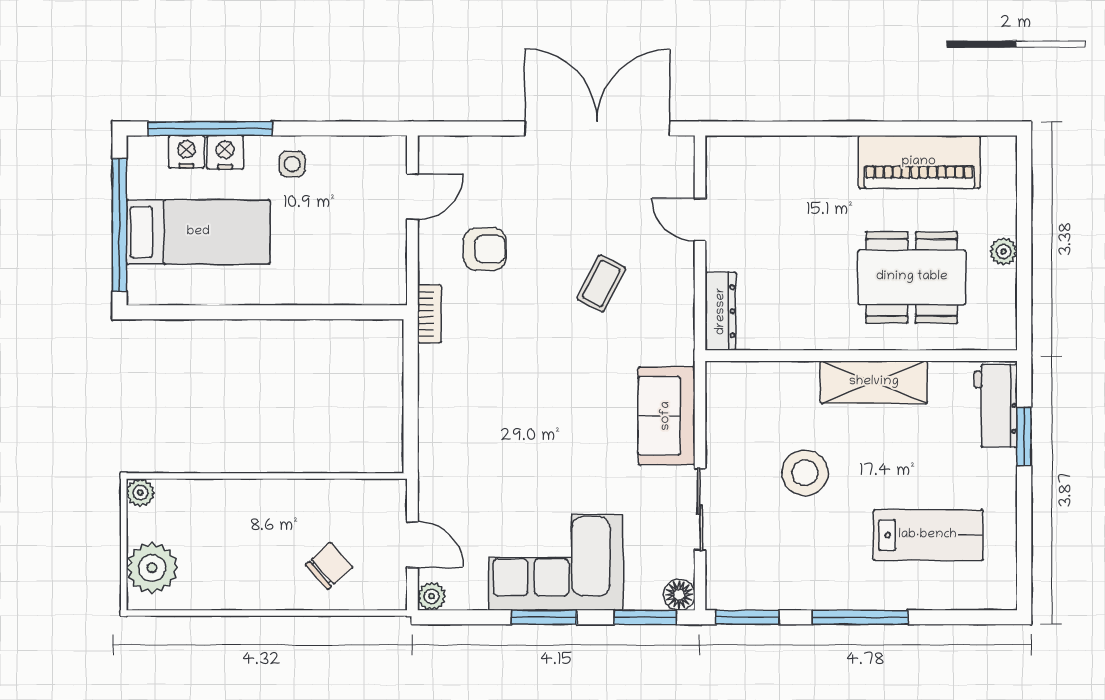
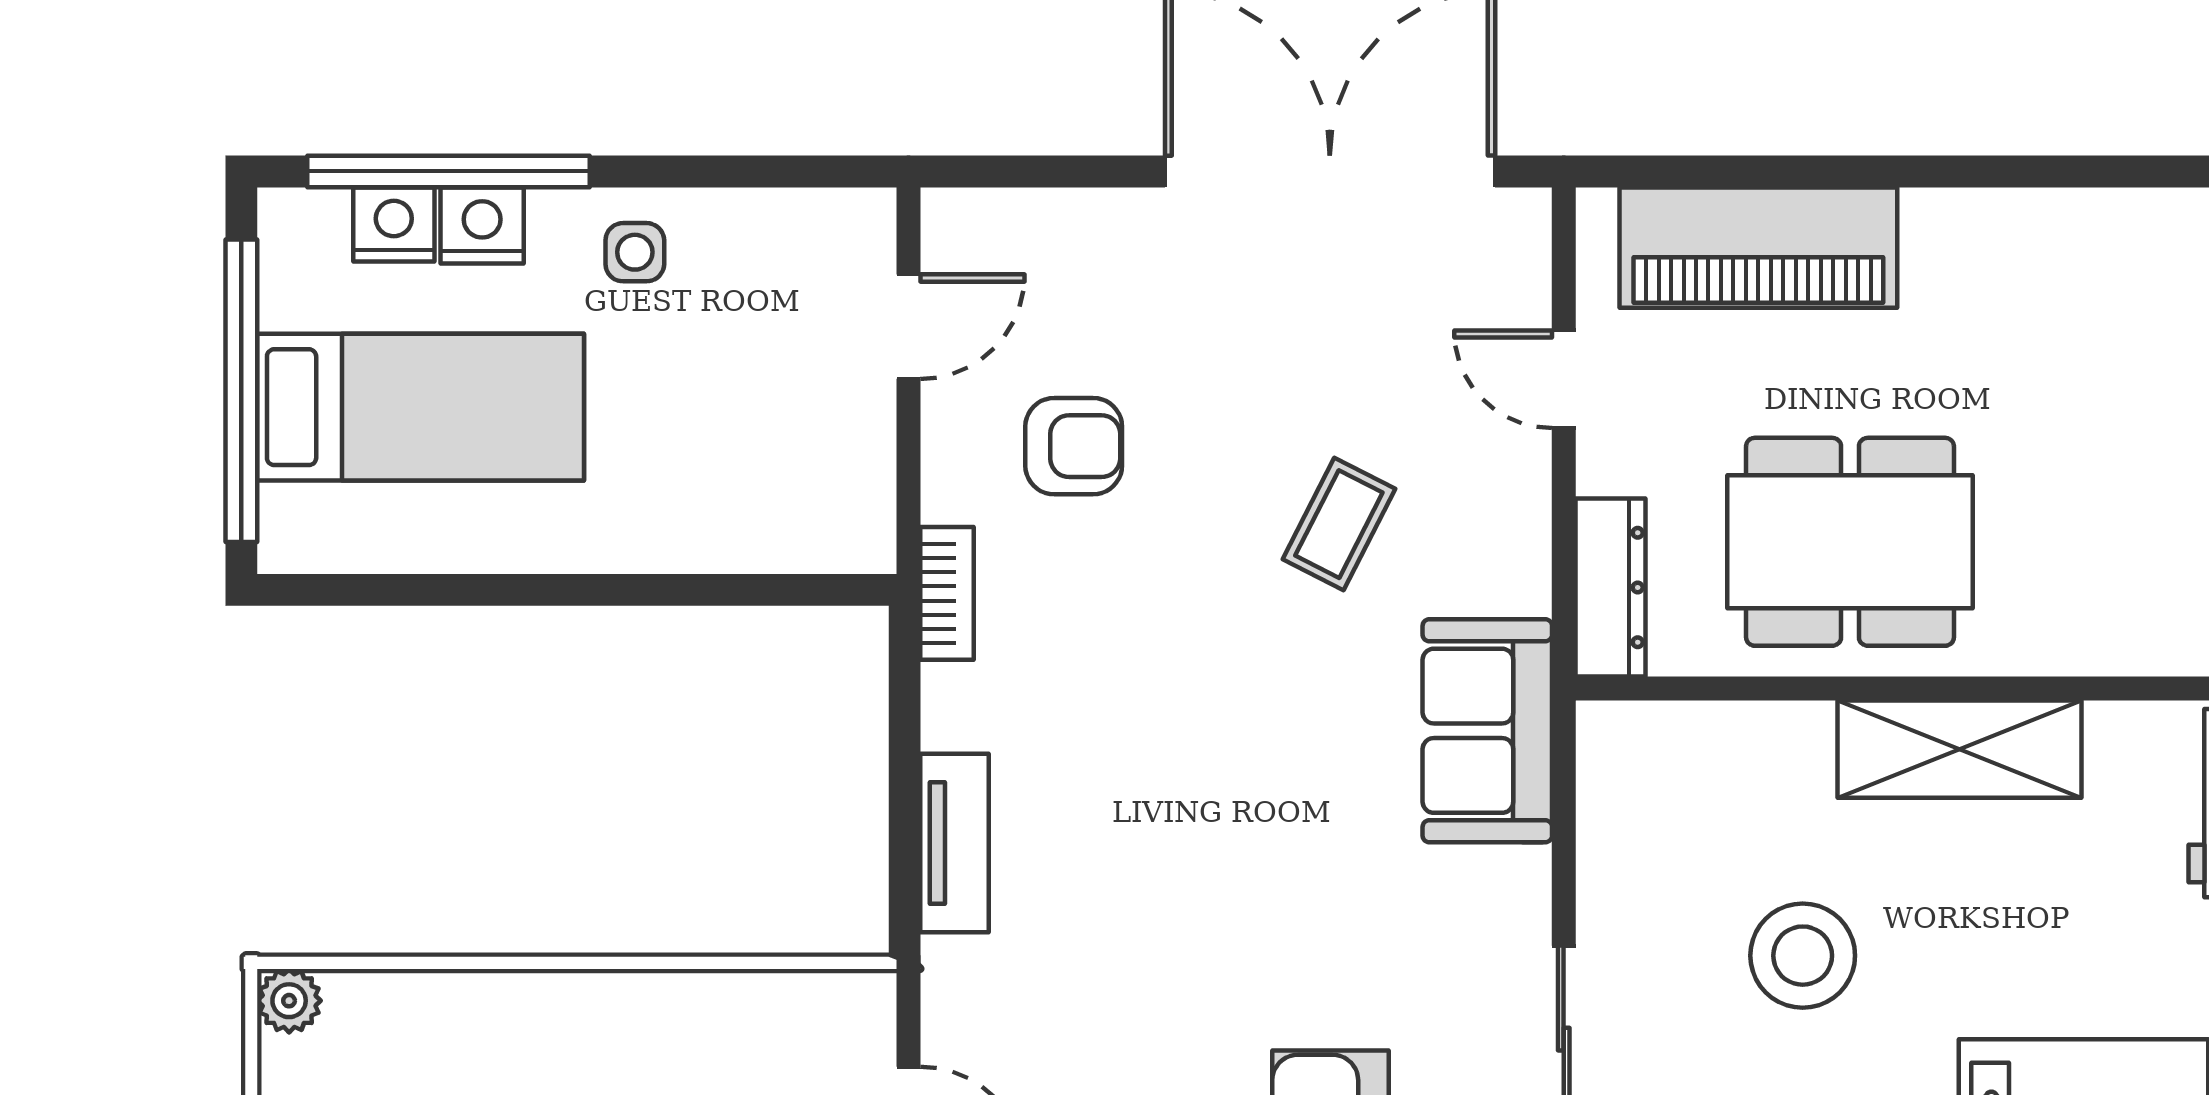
piano: (919, 162) -> (1758, 248), moved
dining table: (912, 277) -> (1850, 542), moved
sofa: (666, 416) -> (1487, 731), moved
tv unit: (433, 423) -> (954, 843), added

